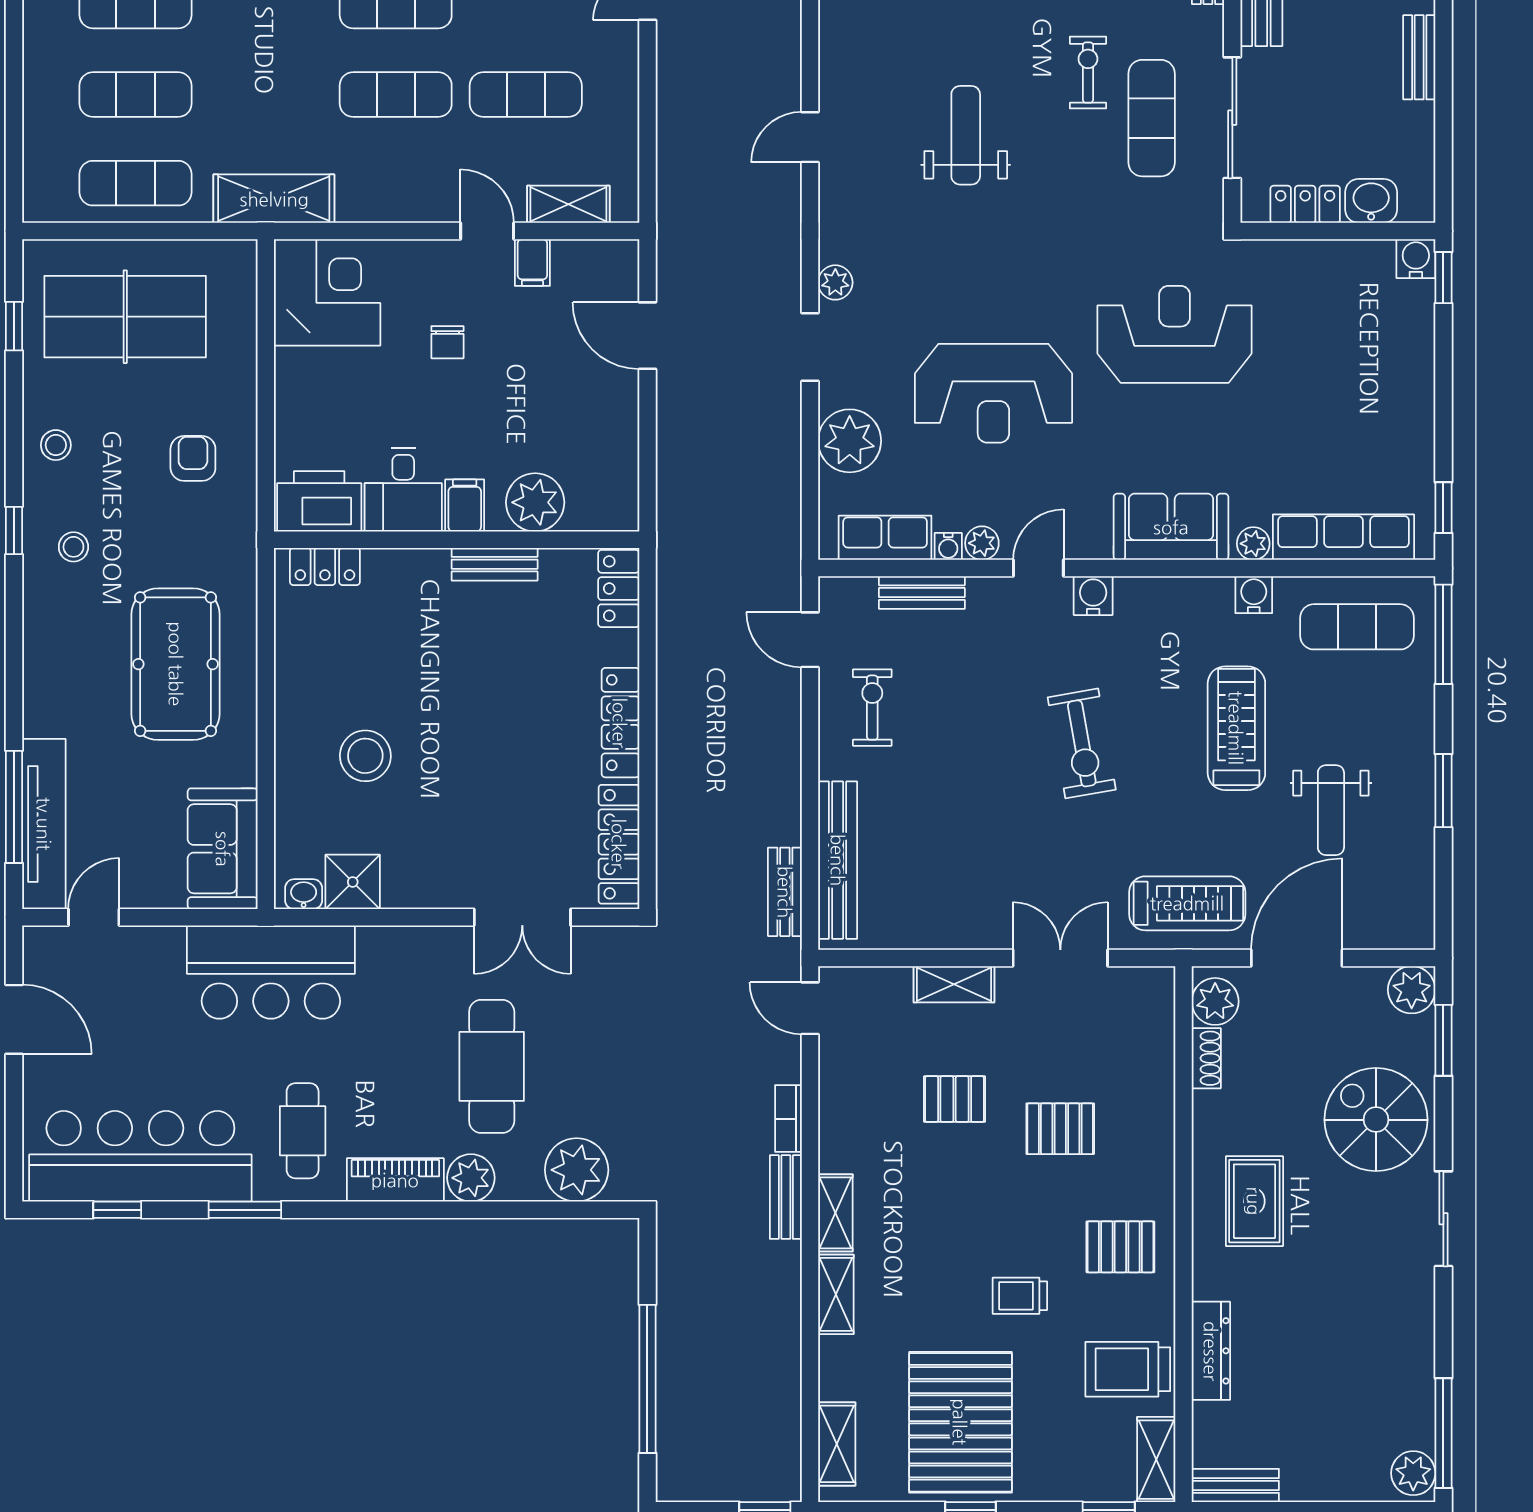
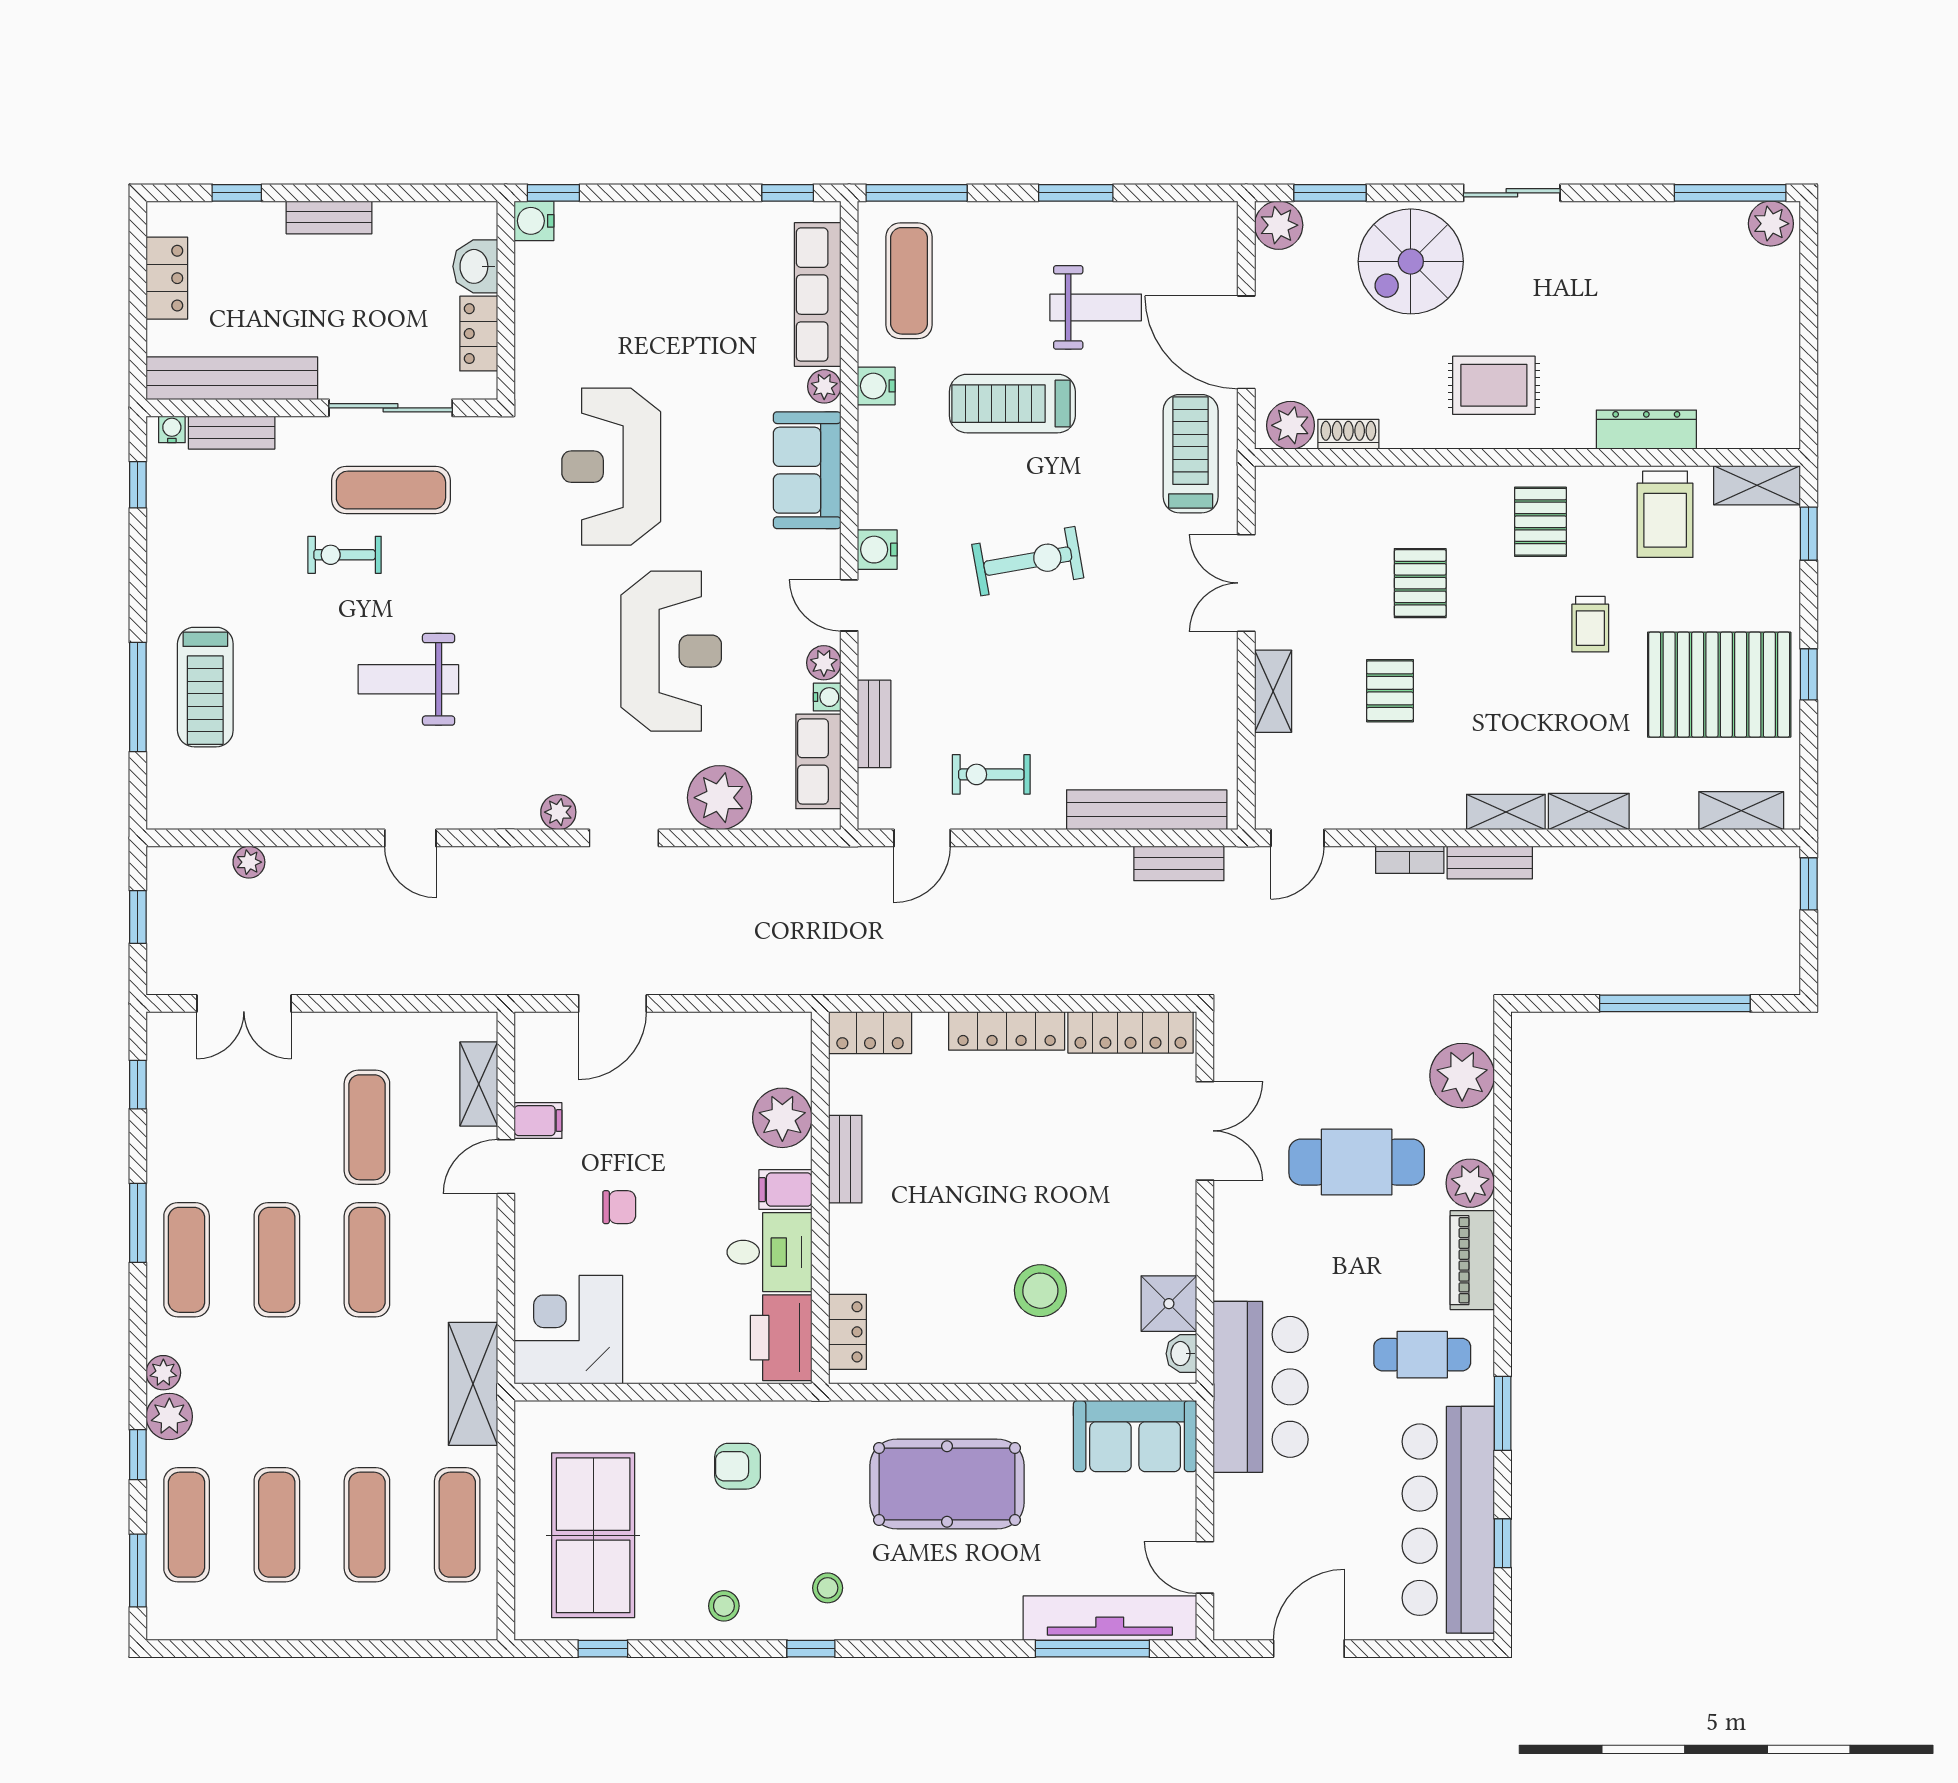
bench: (1235, 1485) -> (1783, 405), removed

